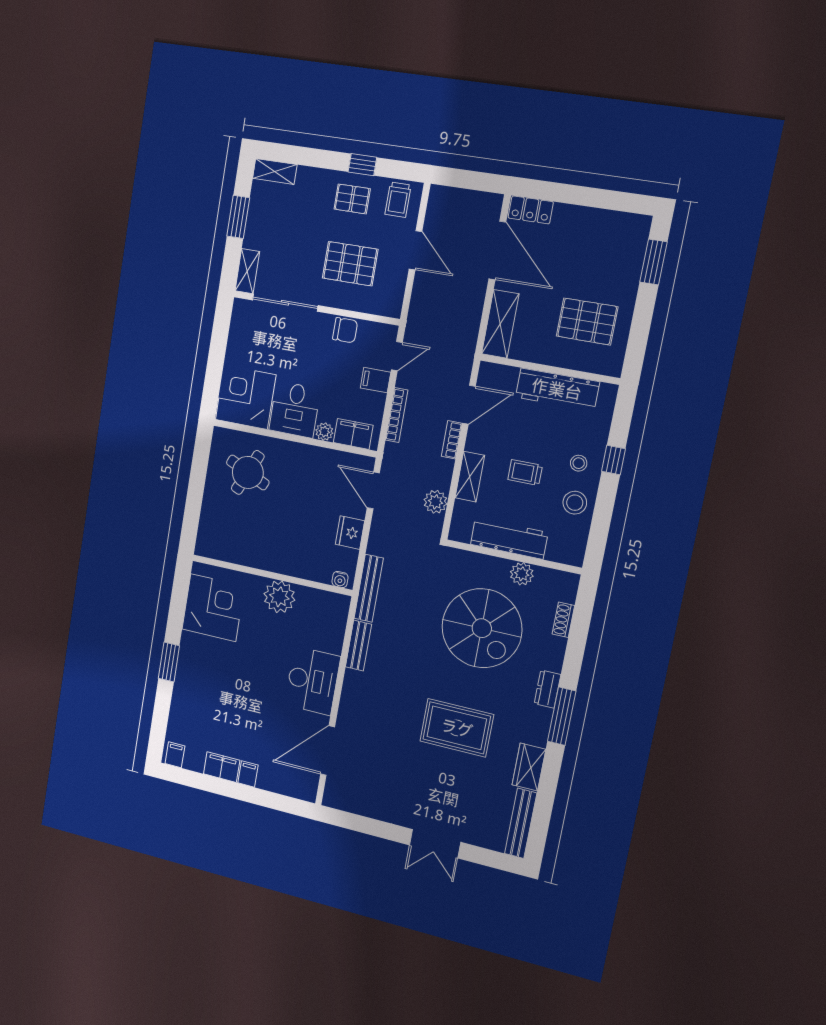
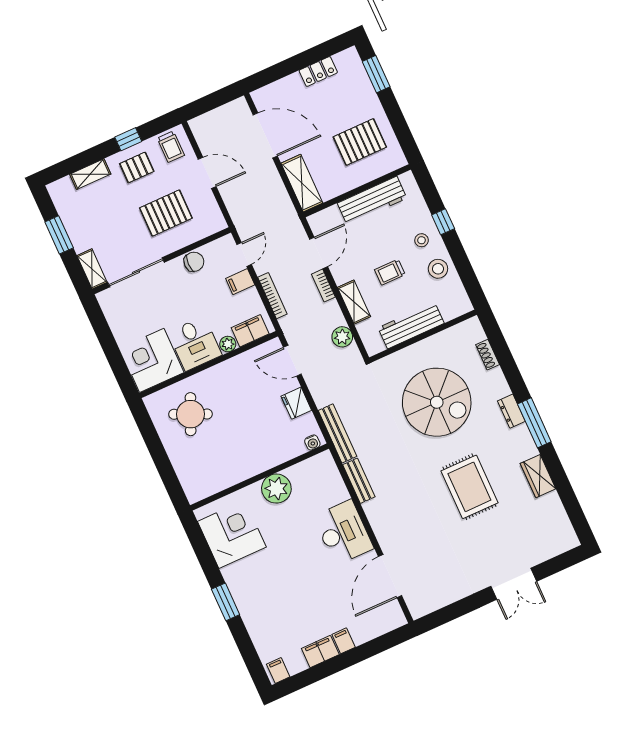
shelving: (275, 171) -> (90, 174), moved
locker: (531, 210) -> (318, 71), moved
plant: (522, 574) -> (437, 344), removed
rug: (457, 728) -> (469, 487), turned 90
bench: (521, 823) -> (561, 521), removed

